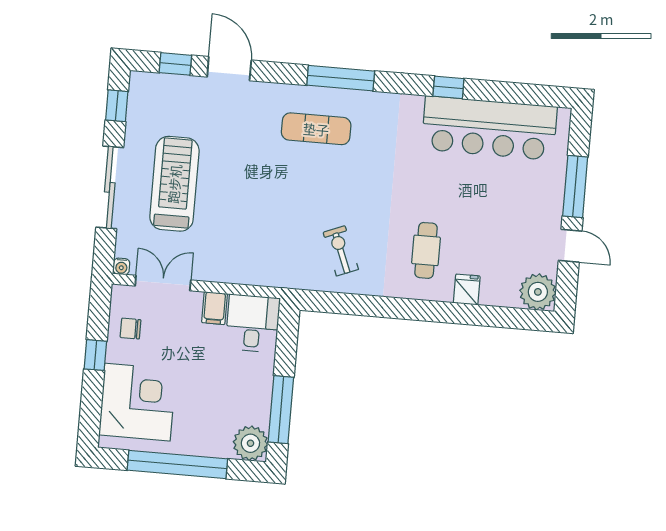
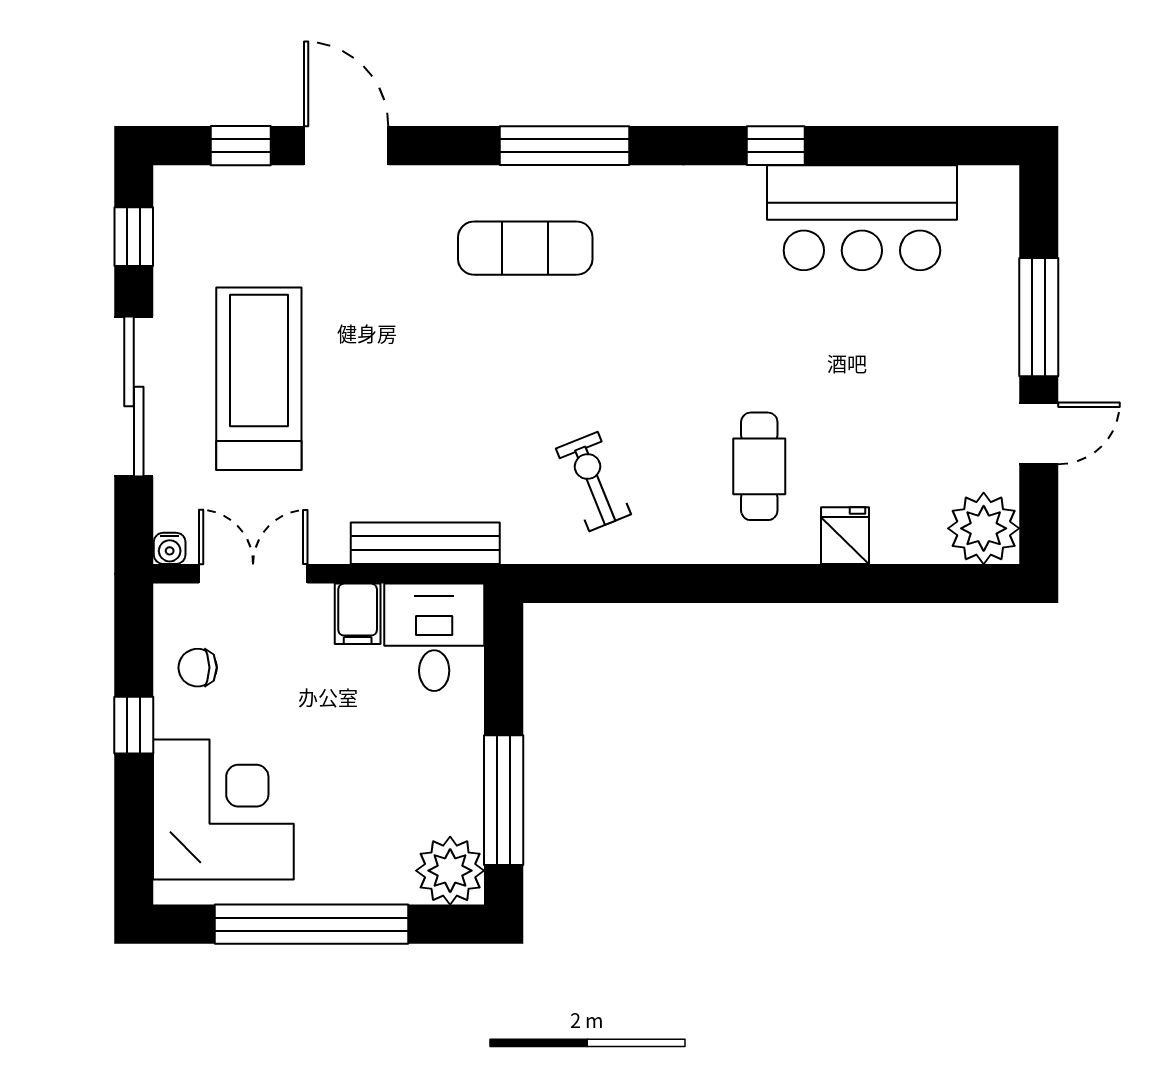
bar counter: (489, 128) -> (862, 218), width x0.73
door: (570, 246) -> (1039, 433), hinge flipped
bench: (252, 275) -> (425, 543), added

